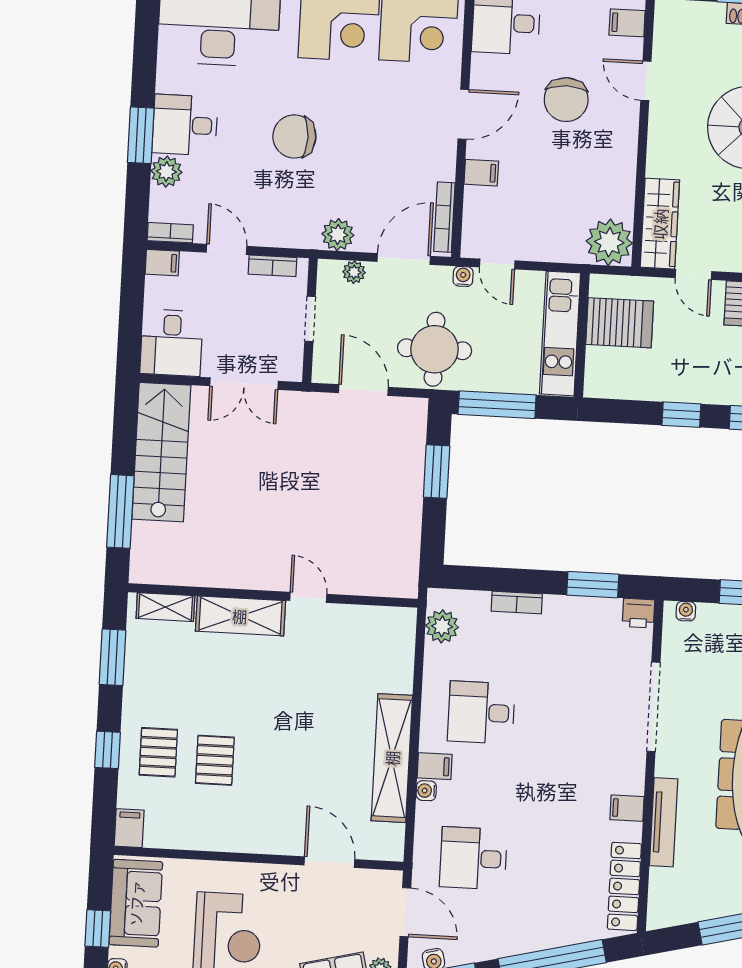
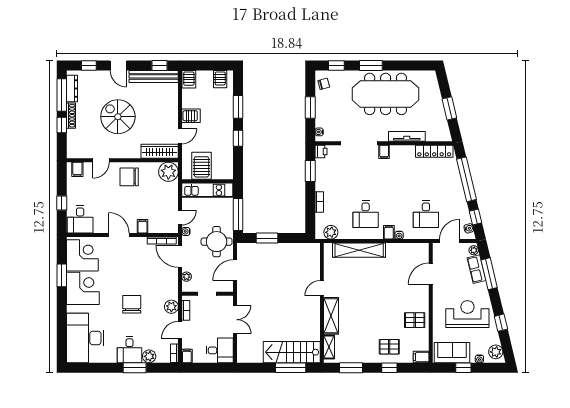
chair: (566, 100) -> (129, 177), moved, turned 180
chair: (294, 136) -> (132, 304), turned 180
plant: (338, 235) -> (171, 307), moved
stairs: (161, 452) -> (292, 352), moved
shelving: (392, 758) -> (359, 250), moved
pallet: (215, 760) -> (415, 320), moved
filing cabinet: (627, 808) -> (384, 152), moved

